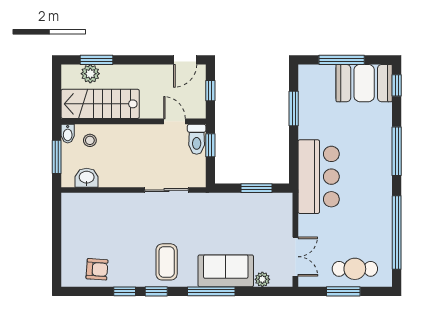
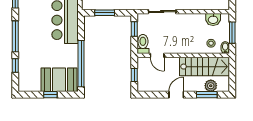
door: (185, 60) -> (176, 95), moved
window: (342, 60) -> (50, 95), width x0.46
booth: (364, 83) -> (59, 80), moved
window: (397, 85) -> (15, 65), moved
window: (294, 108) -> (81, 64), width x2.11
window: (210, 145) -> (134, 29), moved

